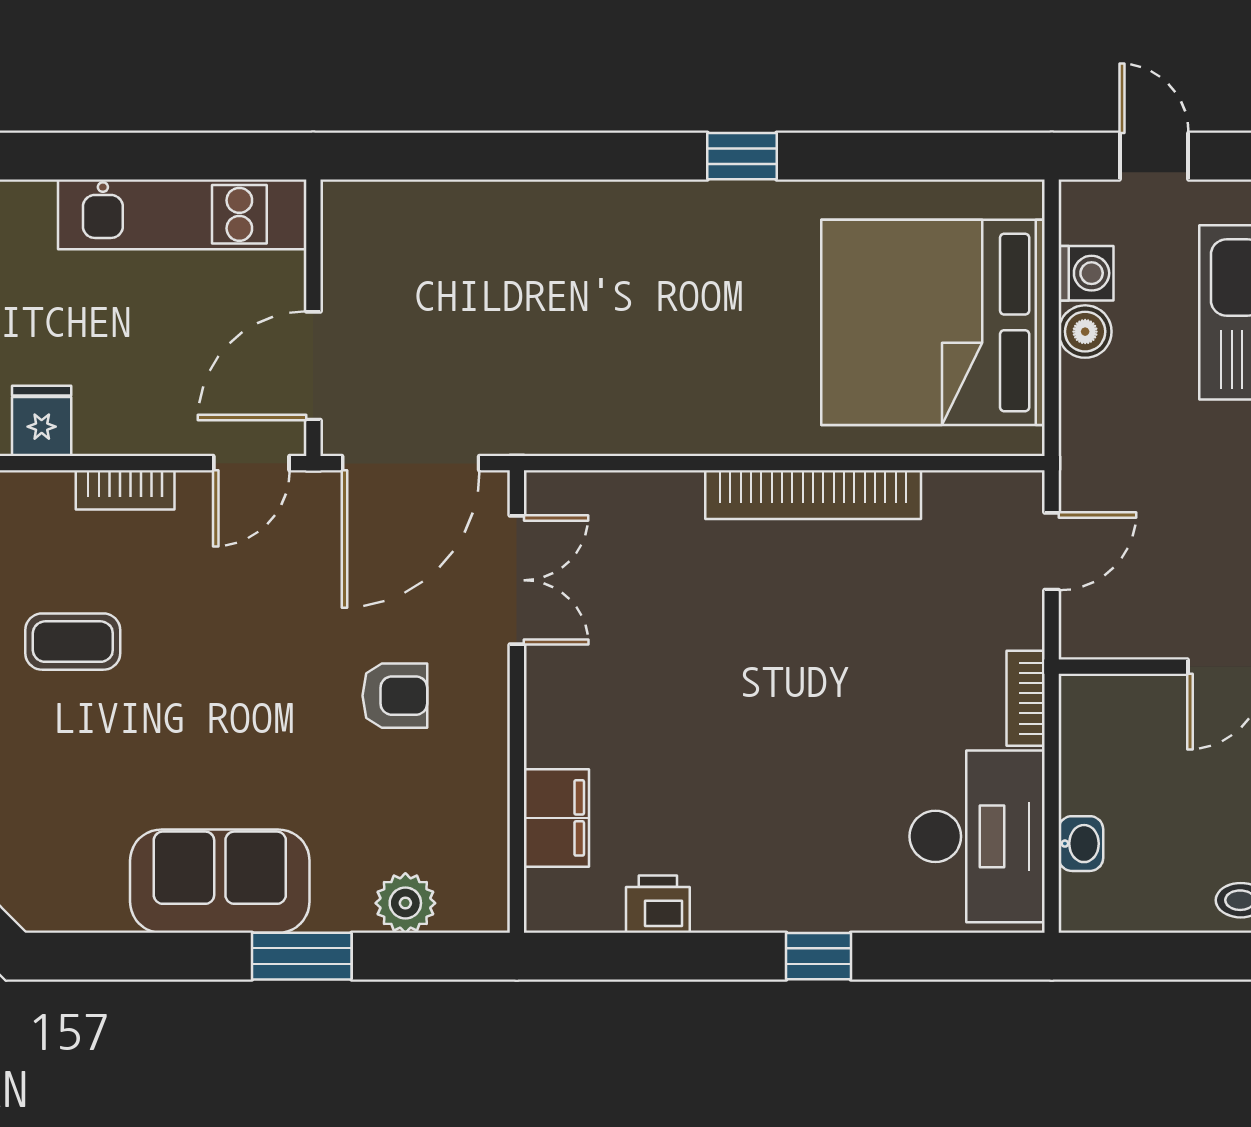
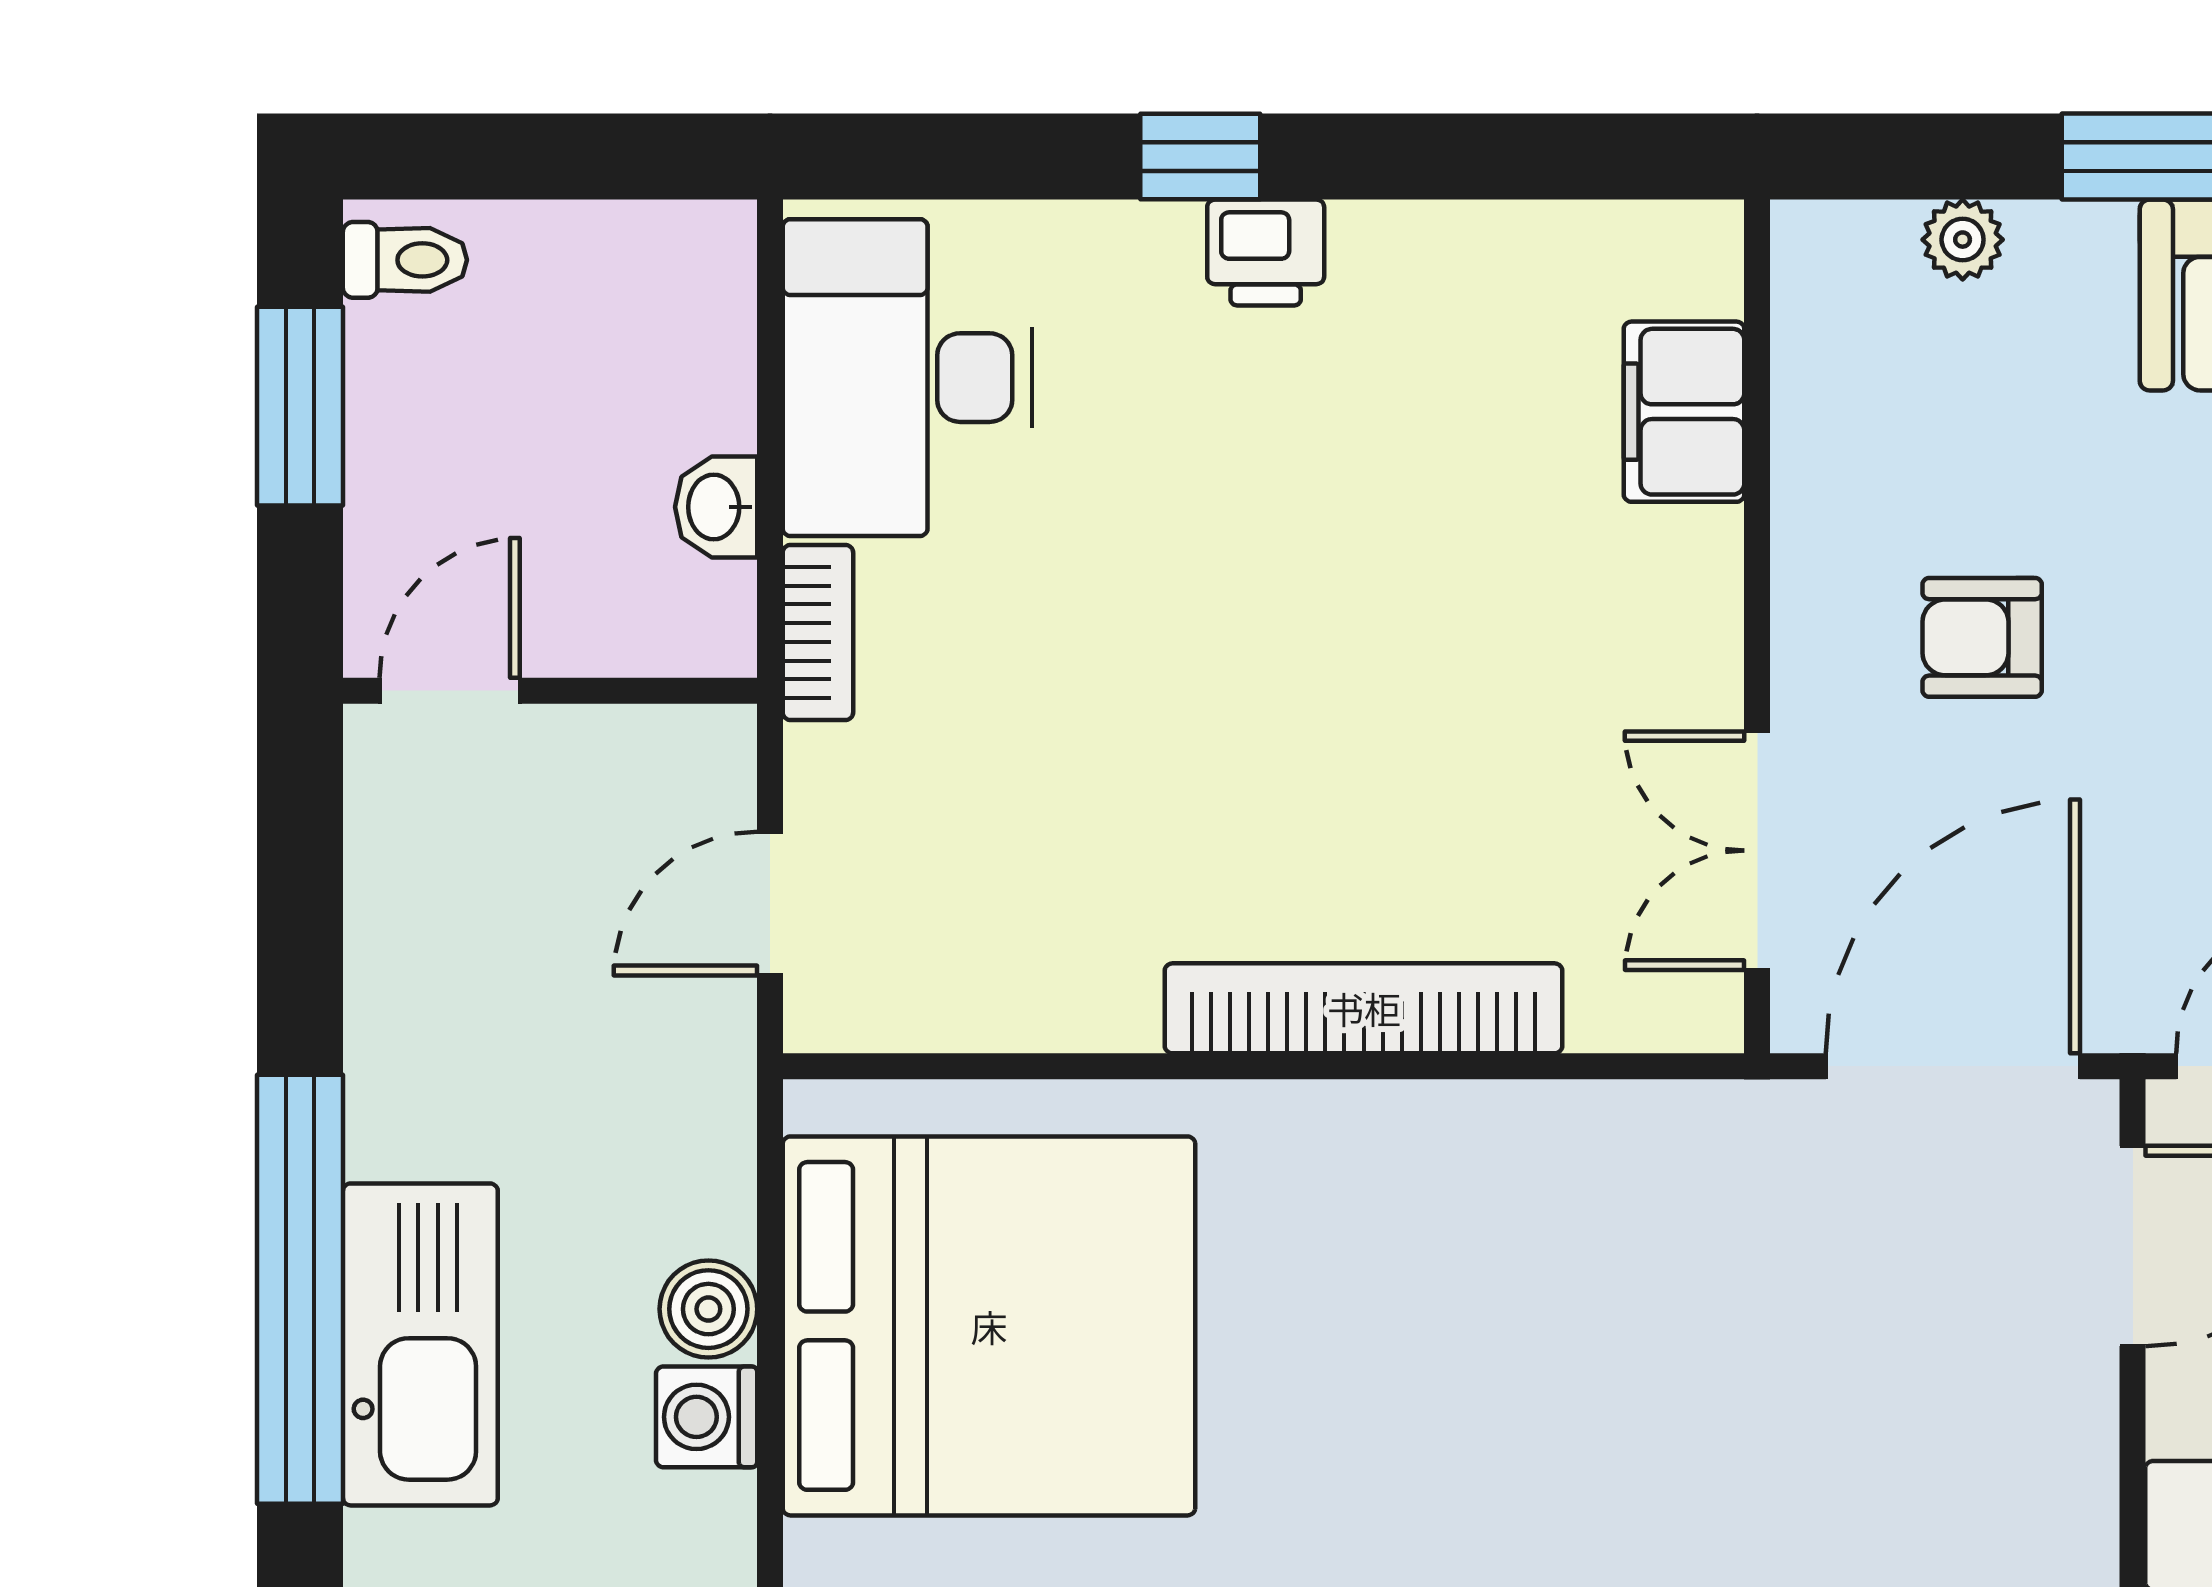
bookcase: (813, 495) -> (1364, 1008), moved
washbasin: (1081, 844) -> (716, 507), moved
plant: (405, 903) -> (1963, 240), width x0.73, depth x0.73
printer: (658, 904) -> (1266, 252), moved

